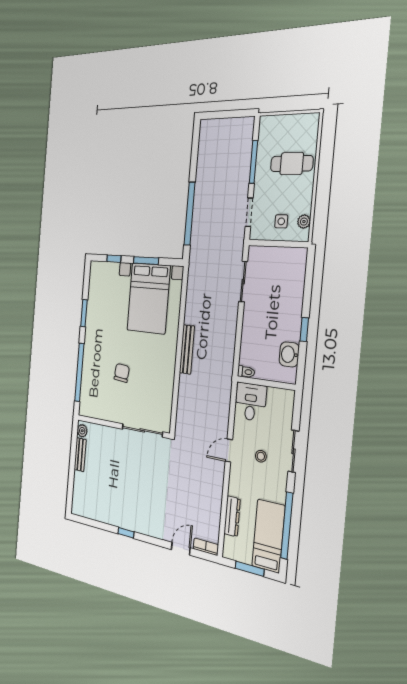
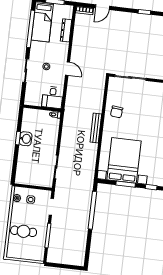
washbasin: (289, 354) -> (26, 139), moved
chair: (122, 373) -> (117, 112), moved
door: (229, 451) -> (68, 69), hinge flipped

